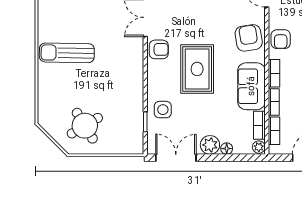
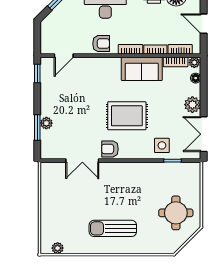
armchair: (249, 38) -> (100, 71), removed
armchair: (159, 49) -> (110, 149), turned -90
sun lounger: (67, 53) -> (113, 228), turned 89
round table: (85, 126) -> (176, 213), turned 31
floor lamp: (227, 149) -> (196, 78), moved

